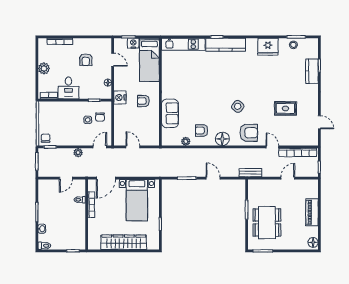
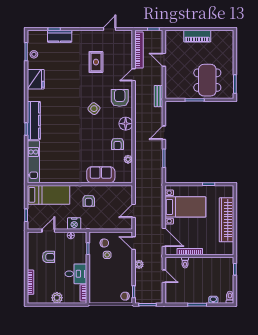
nightstand: (133, 43) -> (32, 211), removed
nightstand: (120, 97) -> (74, 224), moved
dining table: (267, 223) -> (207, 80), turned 90
floor lamp: (313, 242) -> (227, 35), removed

